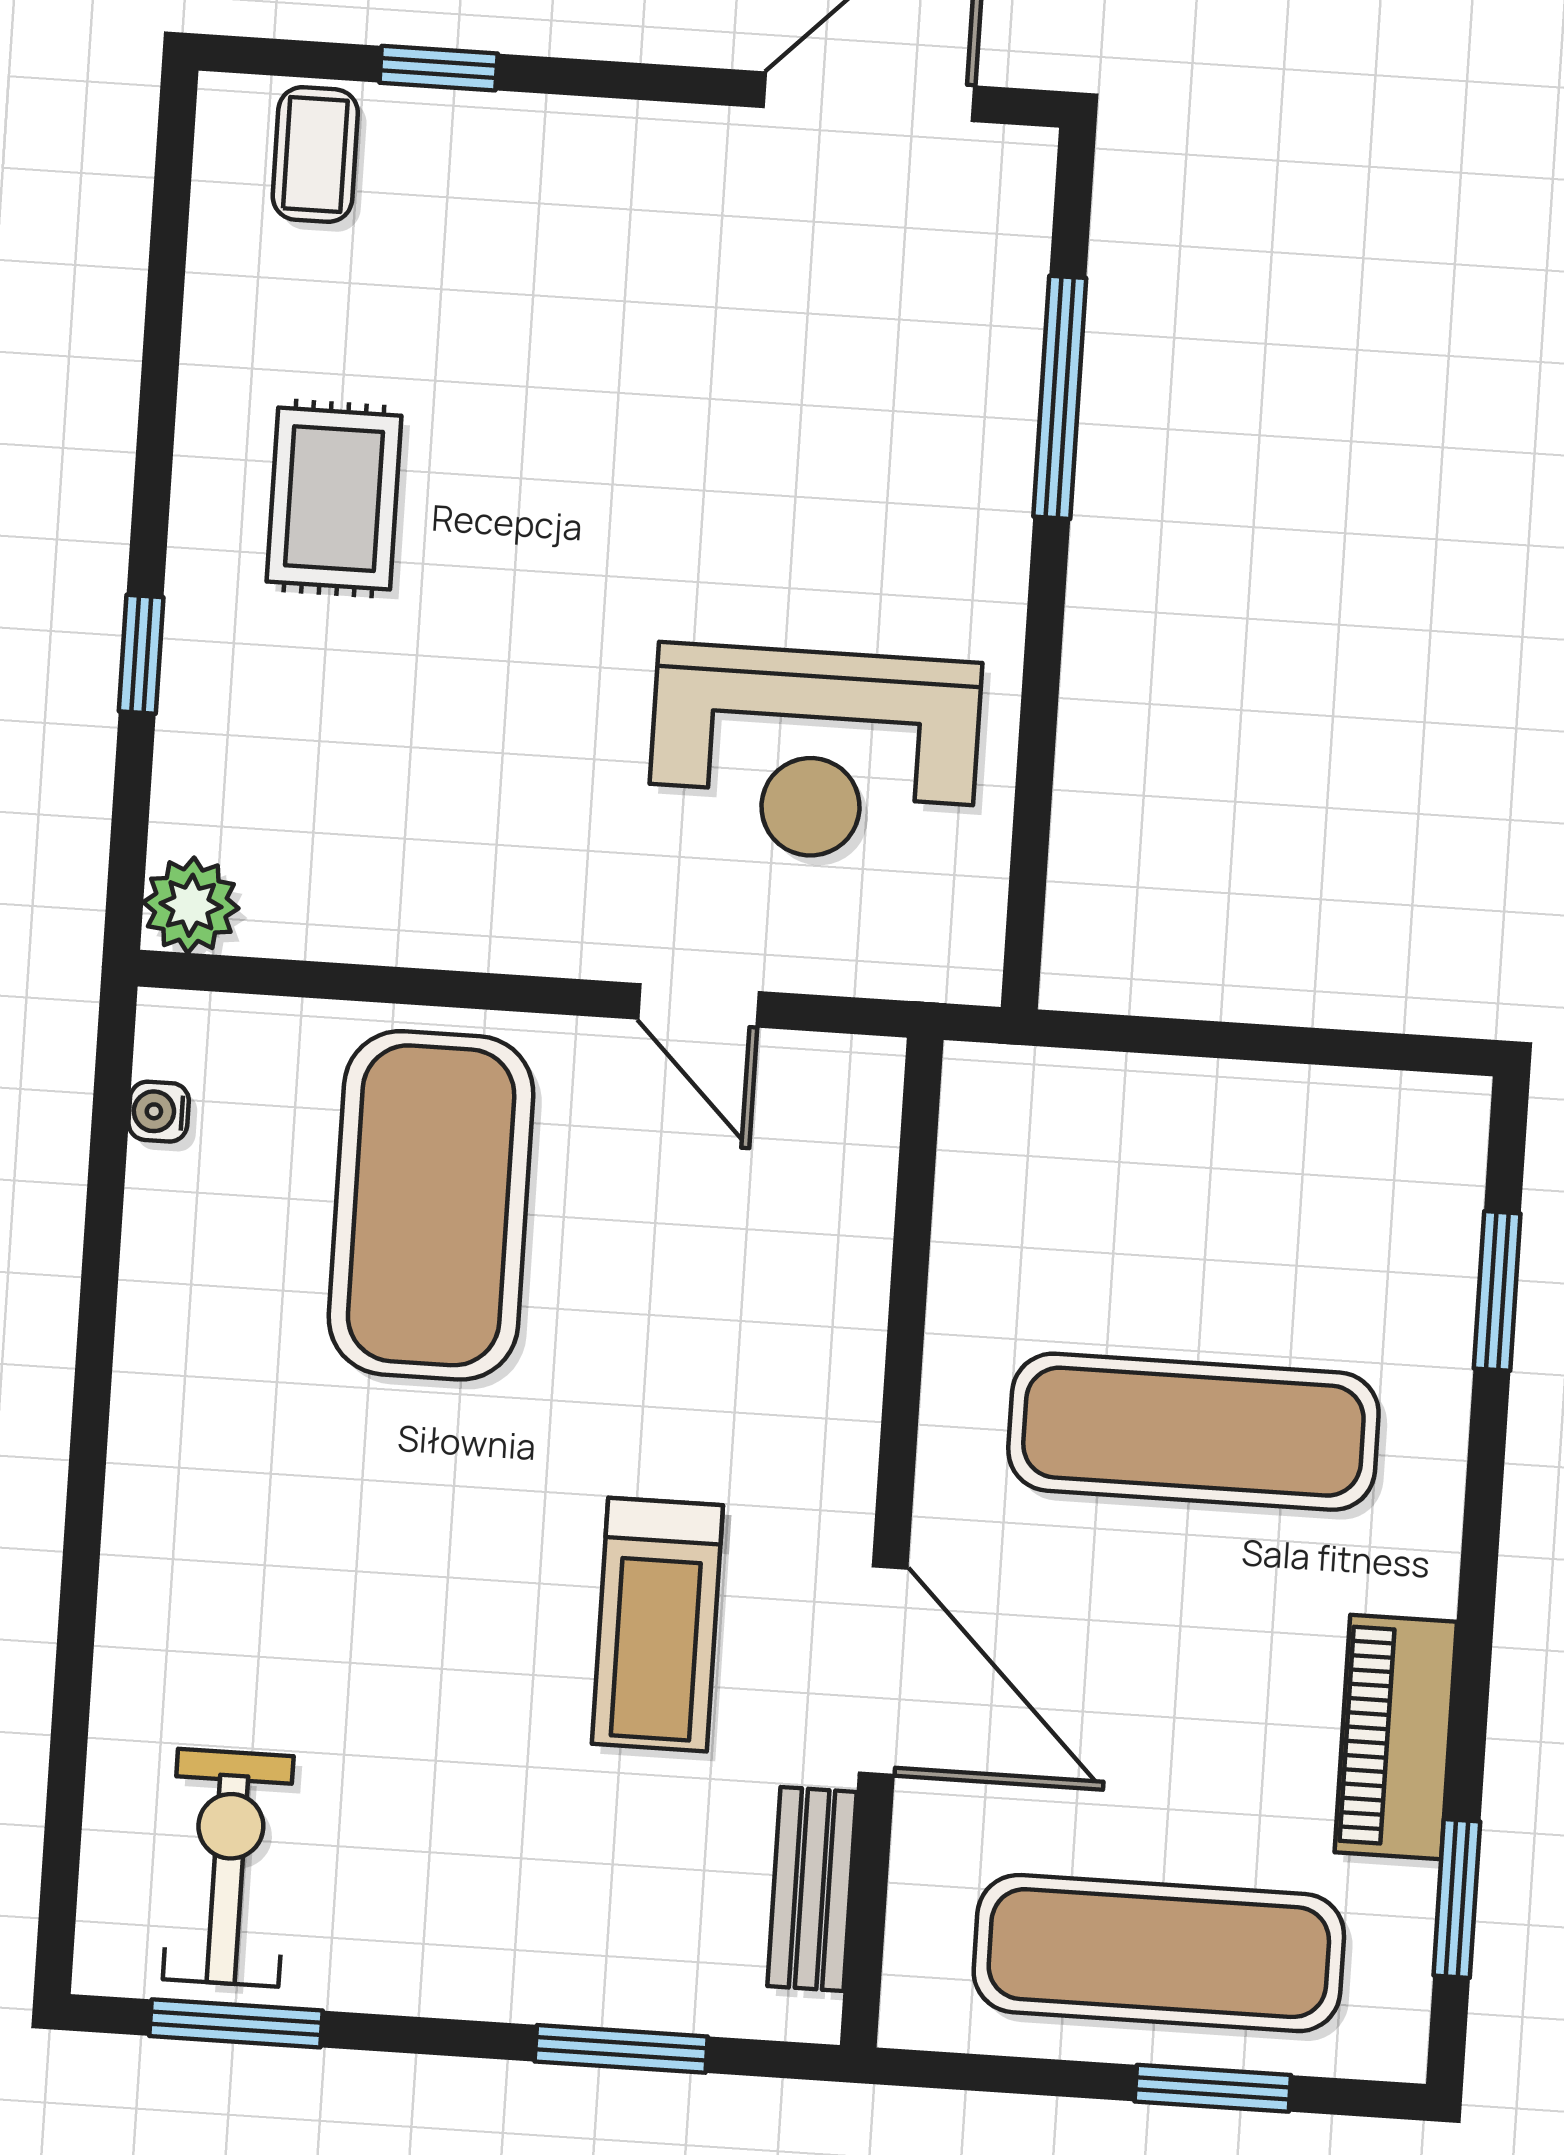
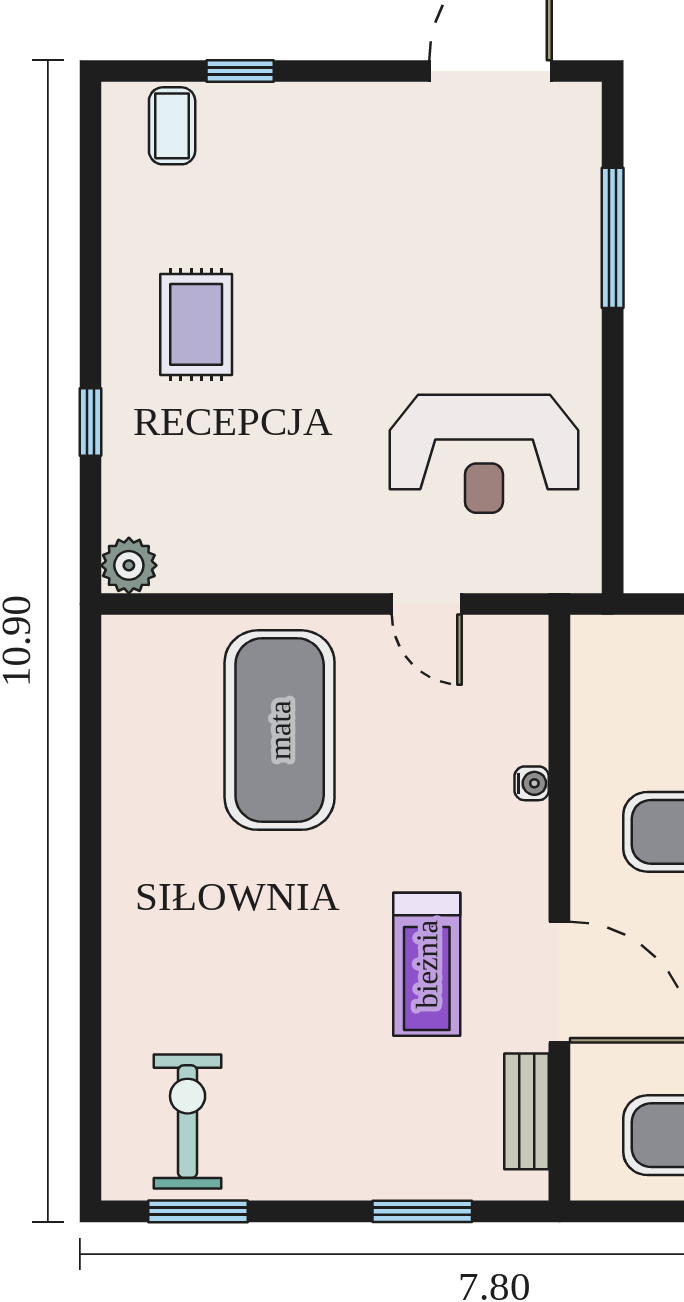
water cooler: (159, 1112) -> (532, 783), moved, turned 180

